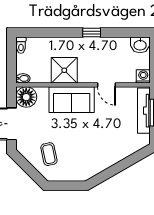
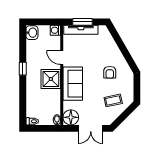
shower: (64, 70) -> (51, 79), moved
door: (107, 85) -> (62, 58), swing flipped
armchair: (87, 149) -> (110, 72), added

